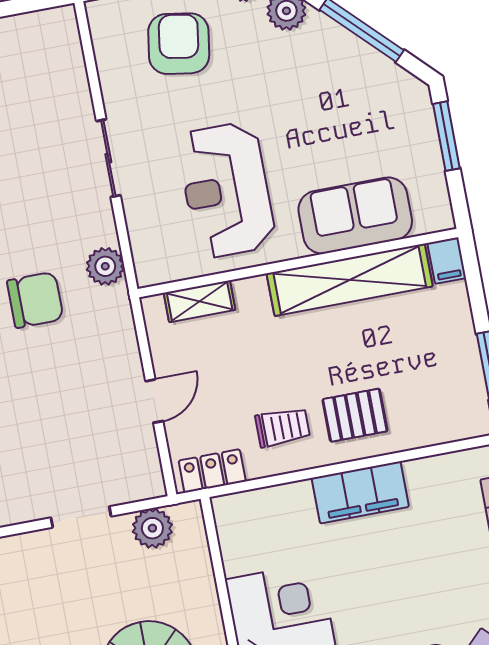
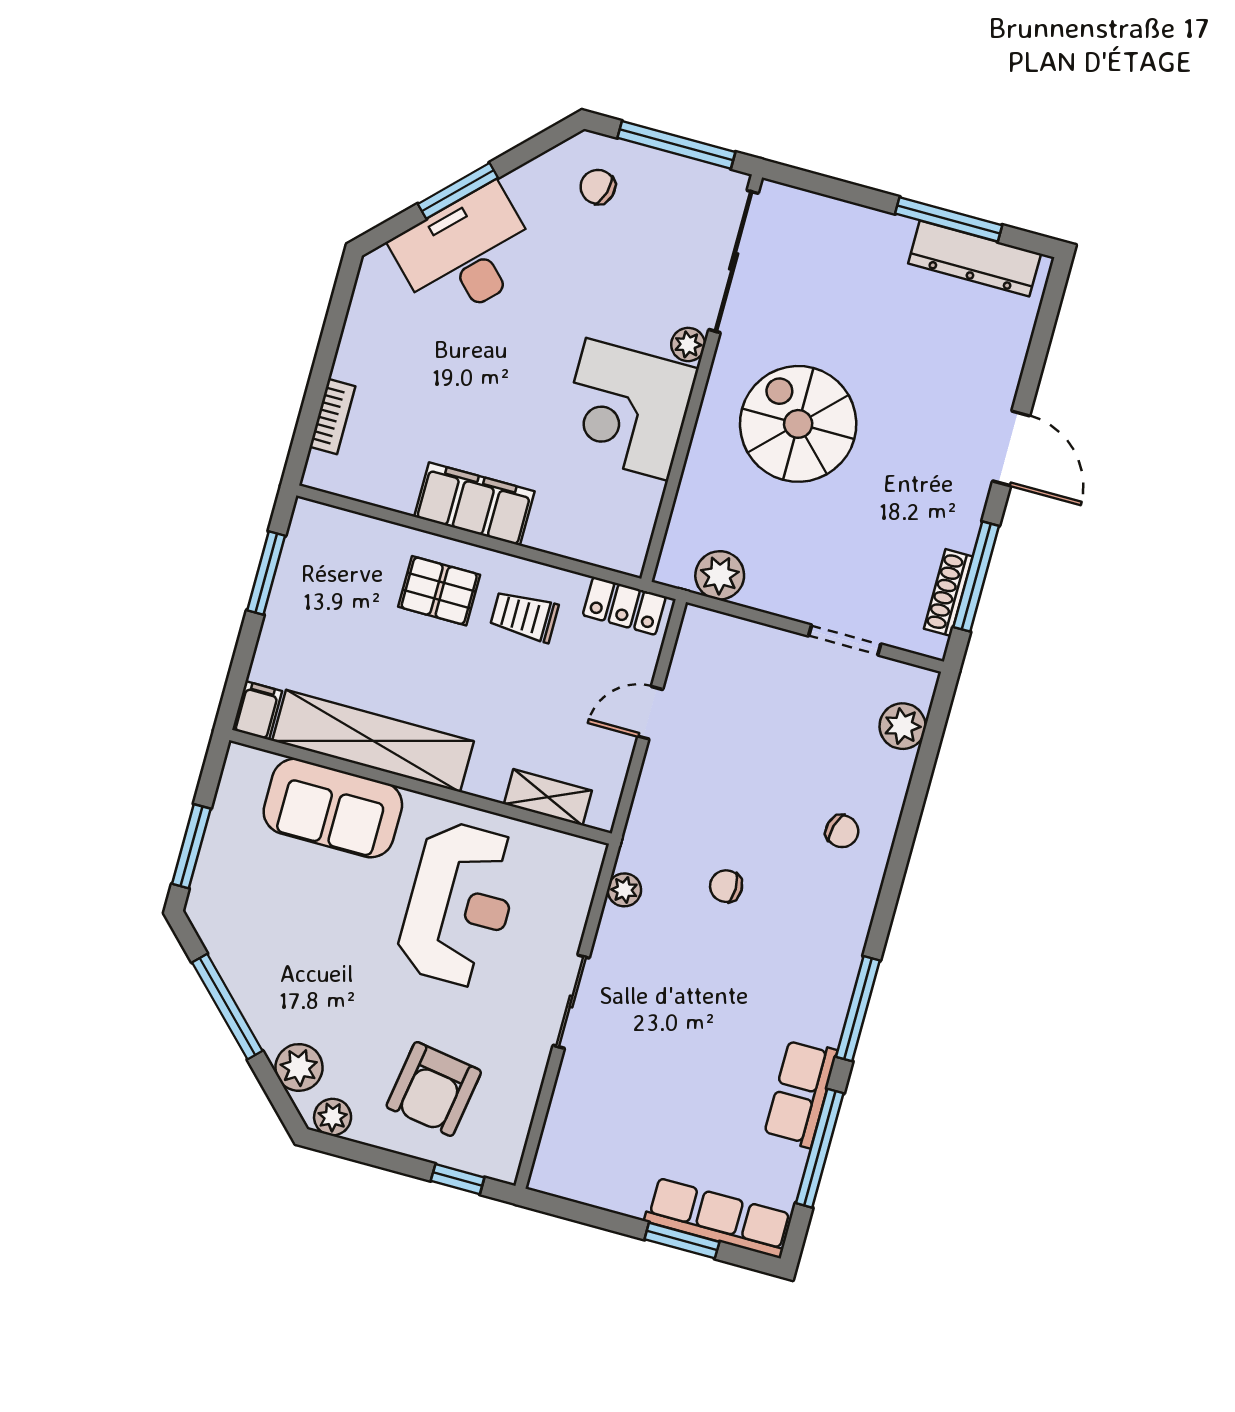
plant: (105, 266) -> (624, 890), width x0.73, depth x0.73
chair: (35, 300) -> (726, 886), width x0.54, depth x0.54
doorway: (81, 517) -> (845, 640), moved

